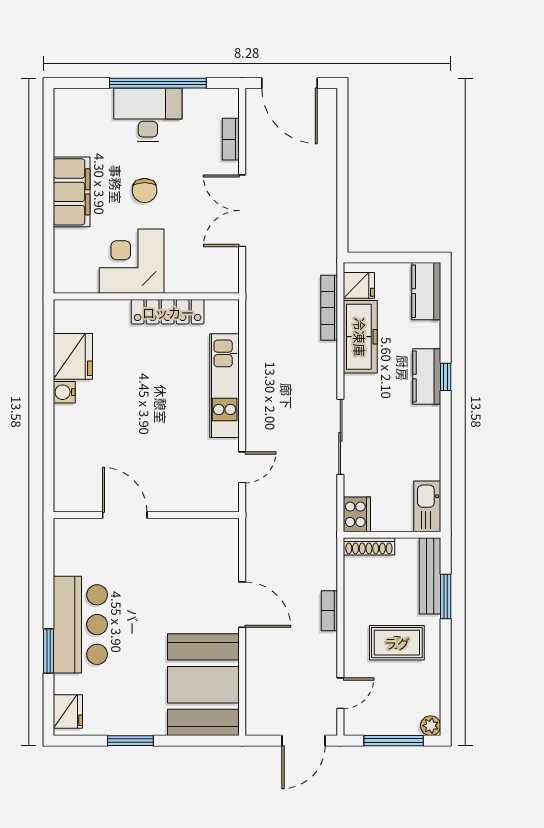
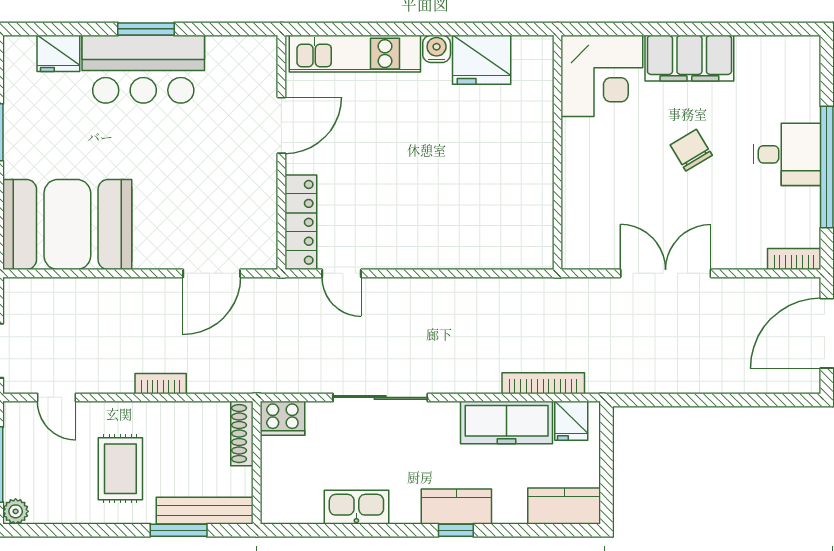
desk: (148, 115) -> (787, 154), width x0.73
bookcase: (231, 139) -> (794, 259), moved
chair: (145, 190) -> (691, 150), turned 59
corner desk: (132, 261) -> (602, 76), moved, turned 90
locker: (168, 312) -> (301, 222), moved, turned 180
kitchen unit: (225, 386) -> (355, 54), moved, turned 180
kitchen sink: (427, 506) -> (356, 507), moved
door: (242, 605) -> (212, 273), moved
window: (49, 651) -> (146, 29), moved
fridge: (68, 711) -> (58, 53), moved

